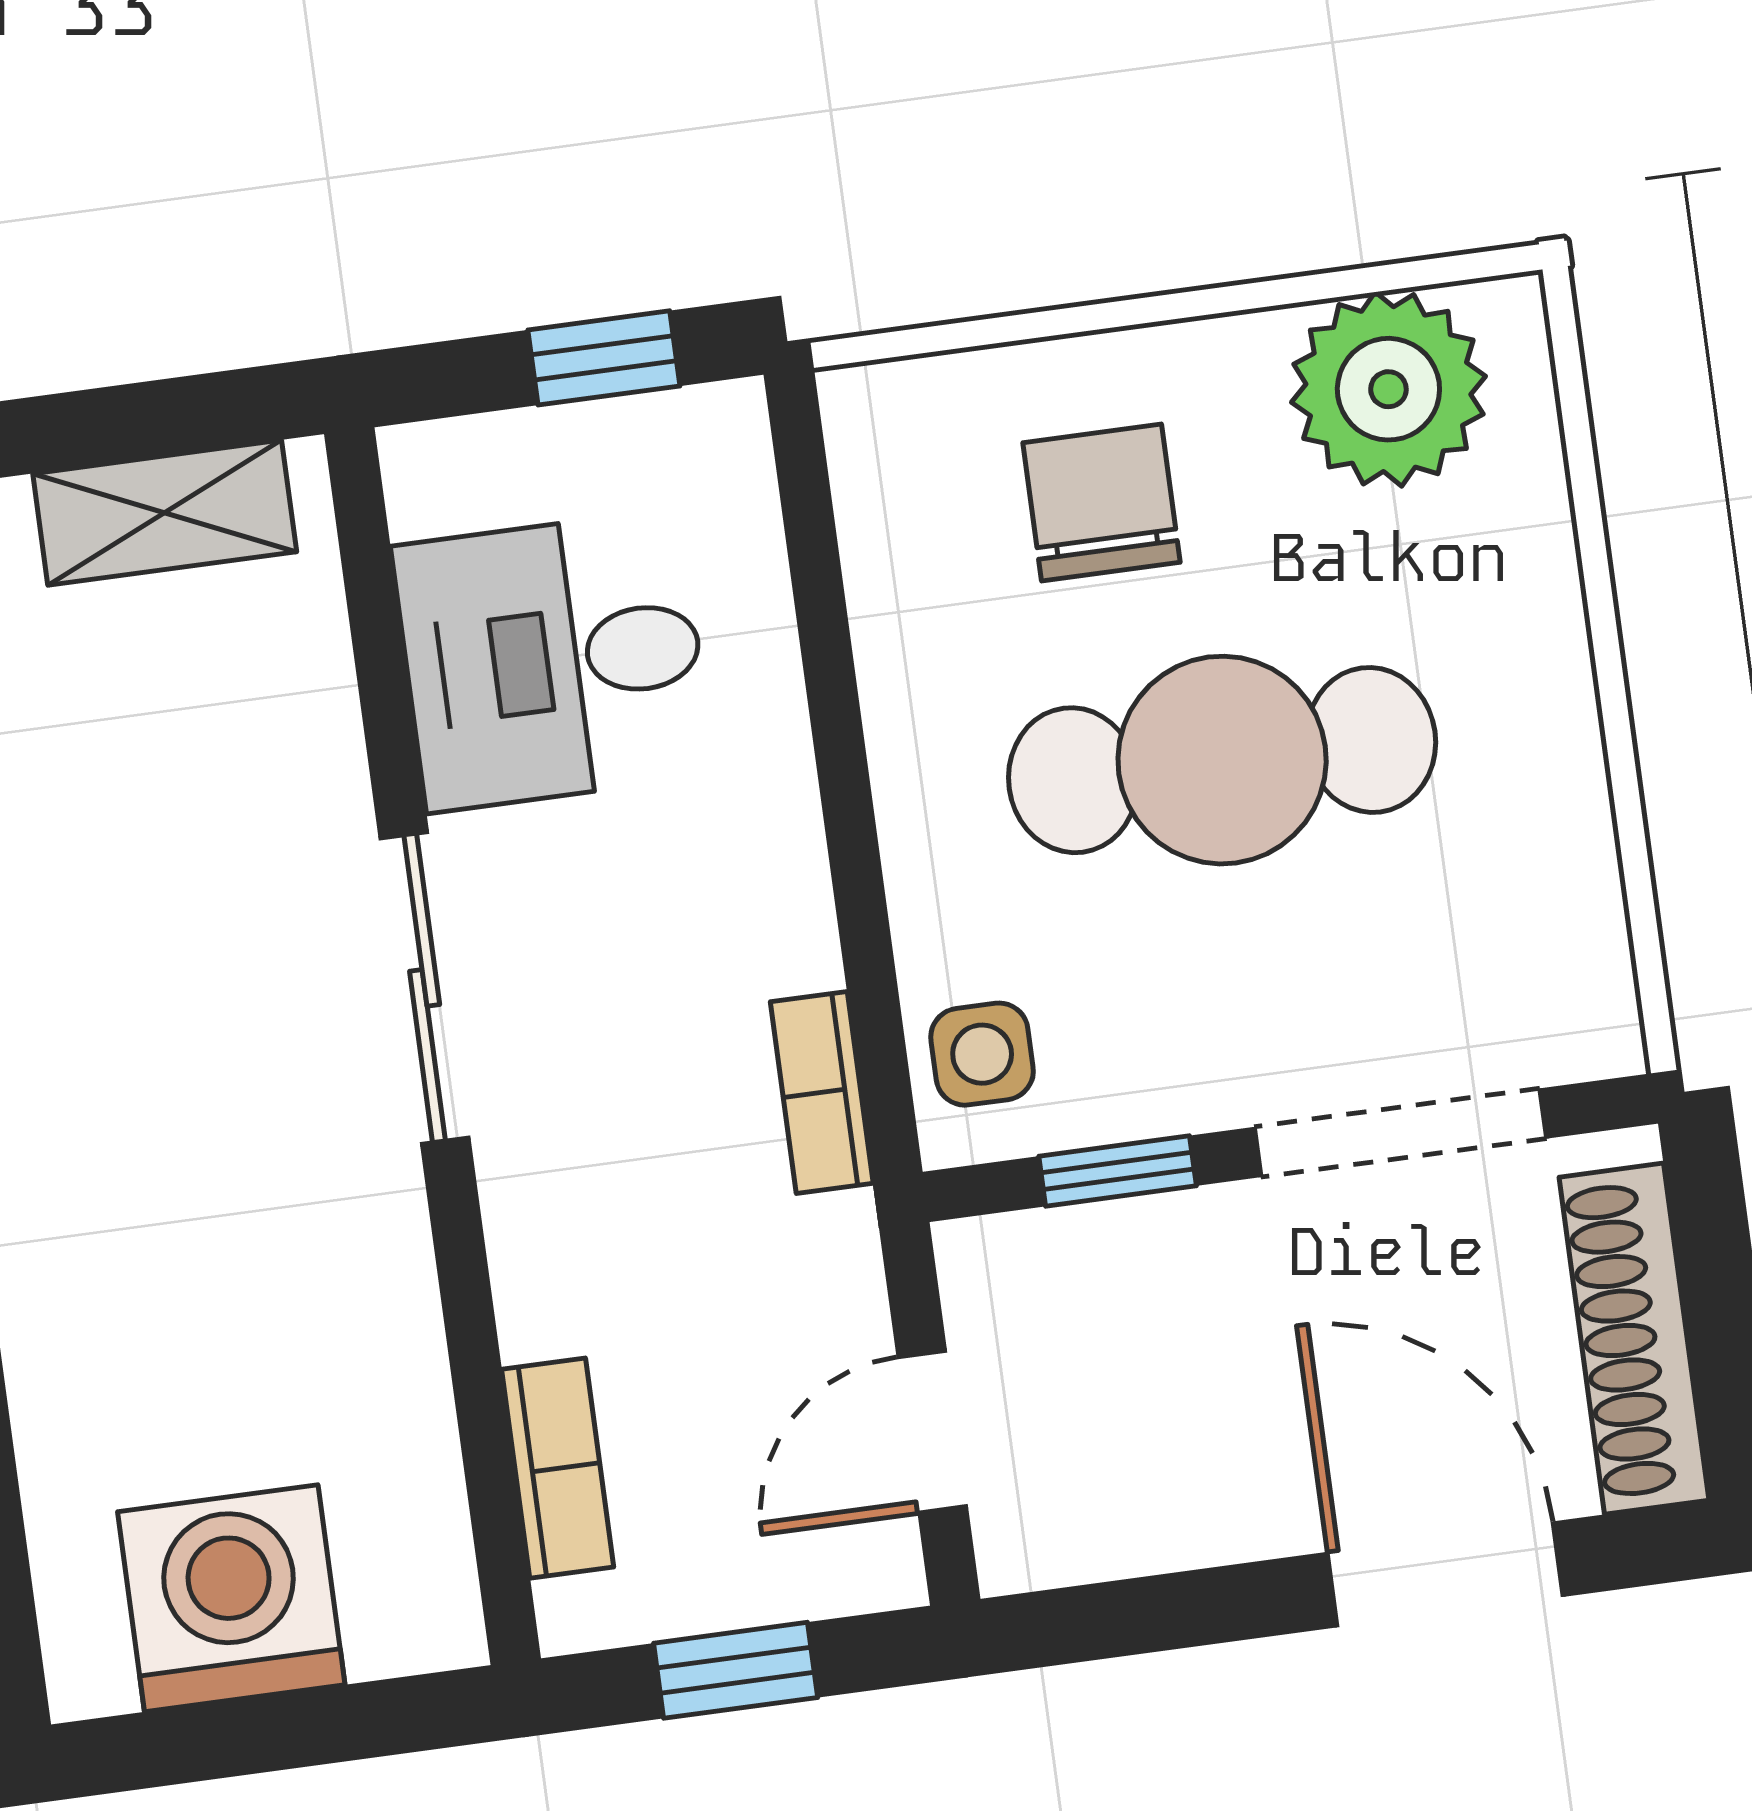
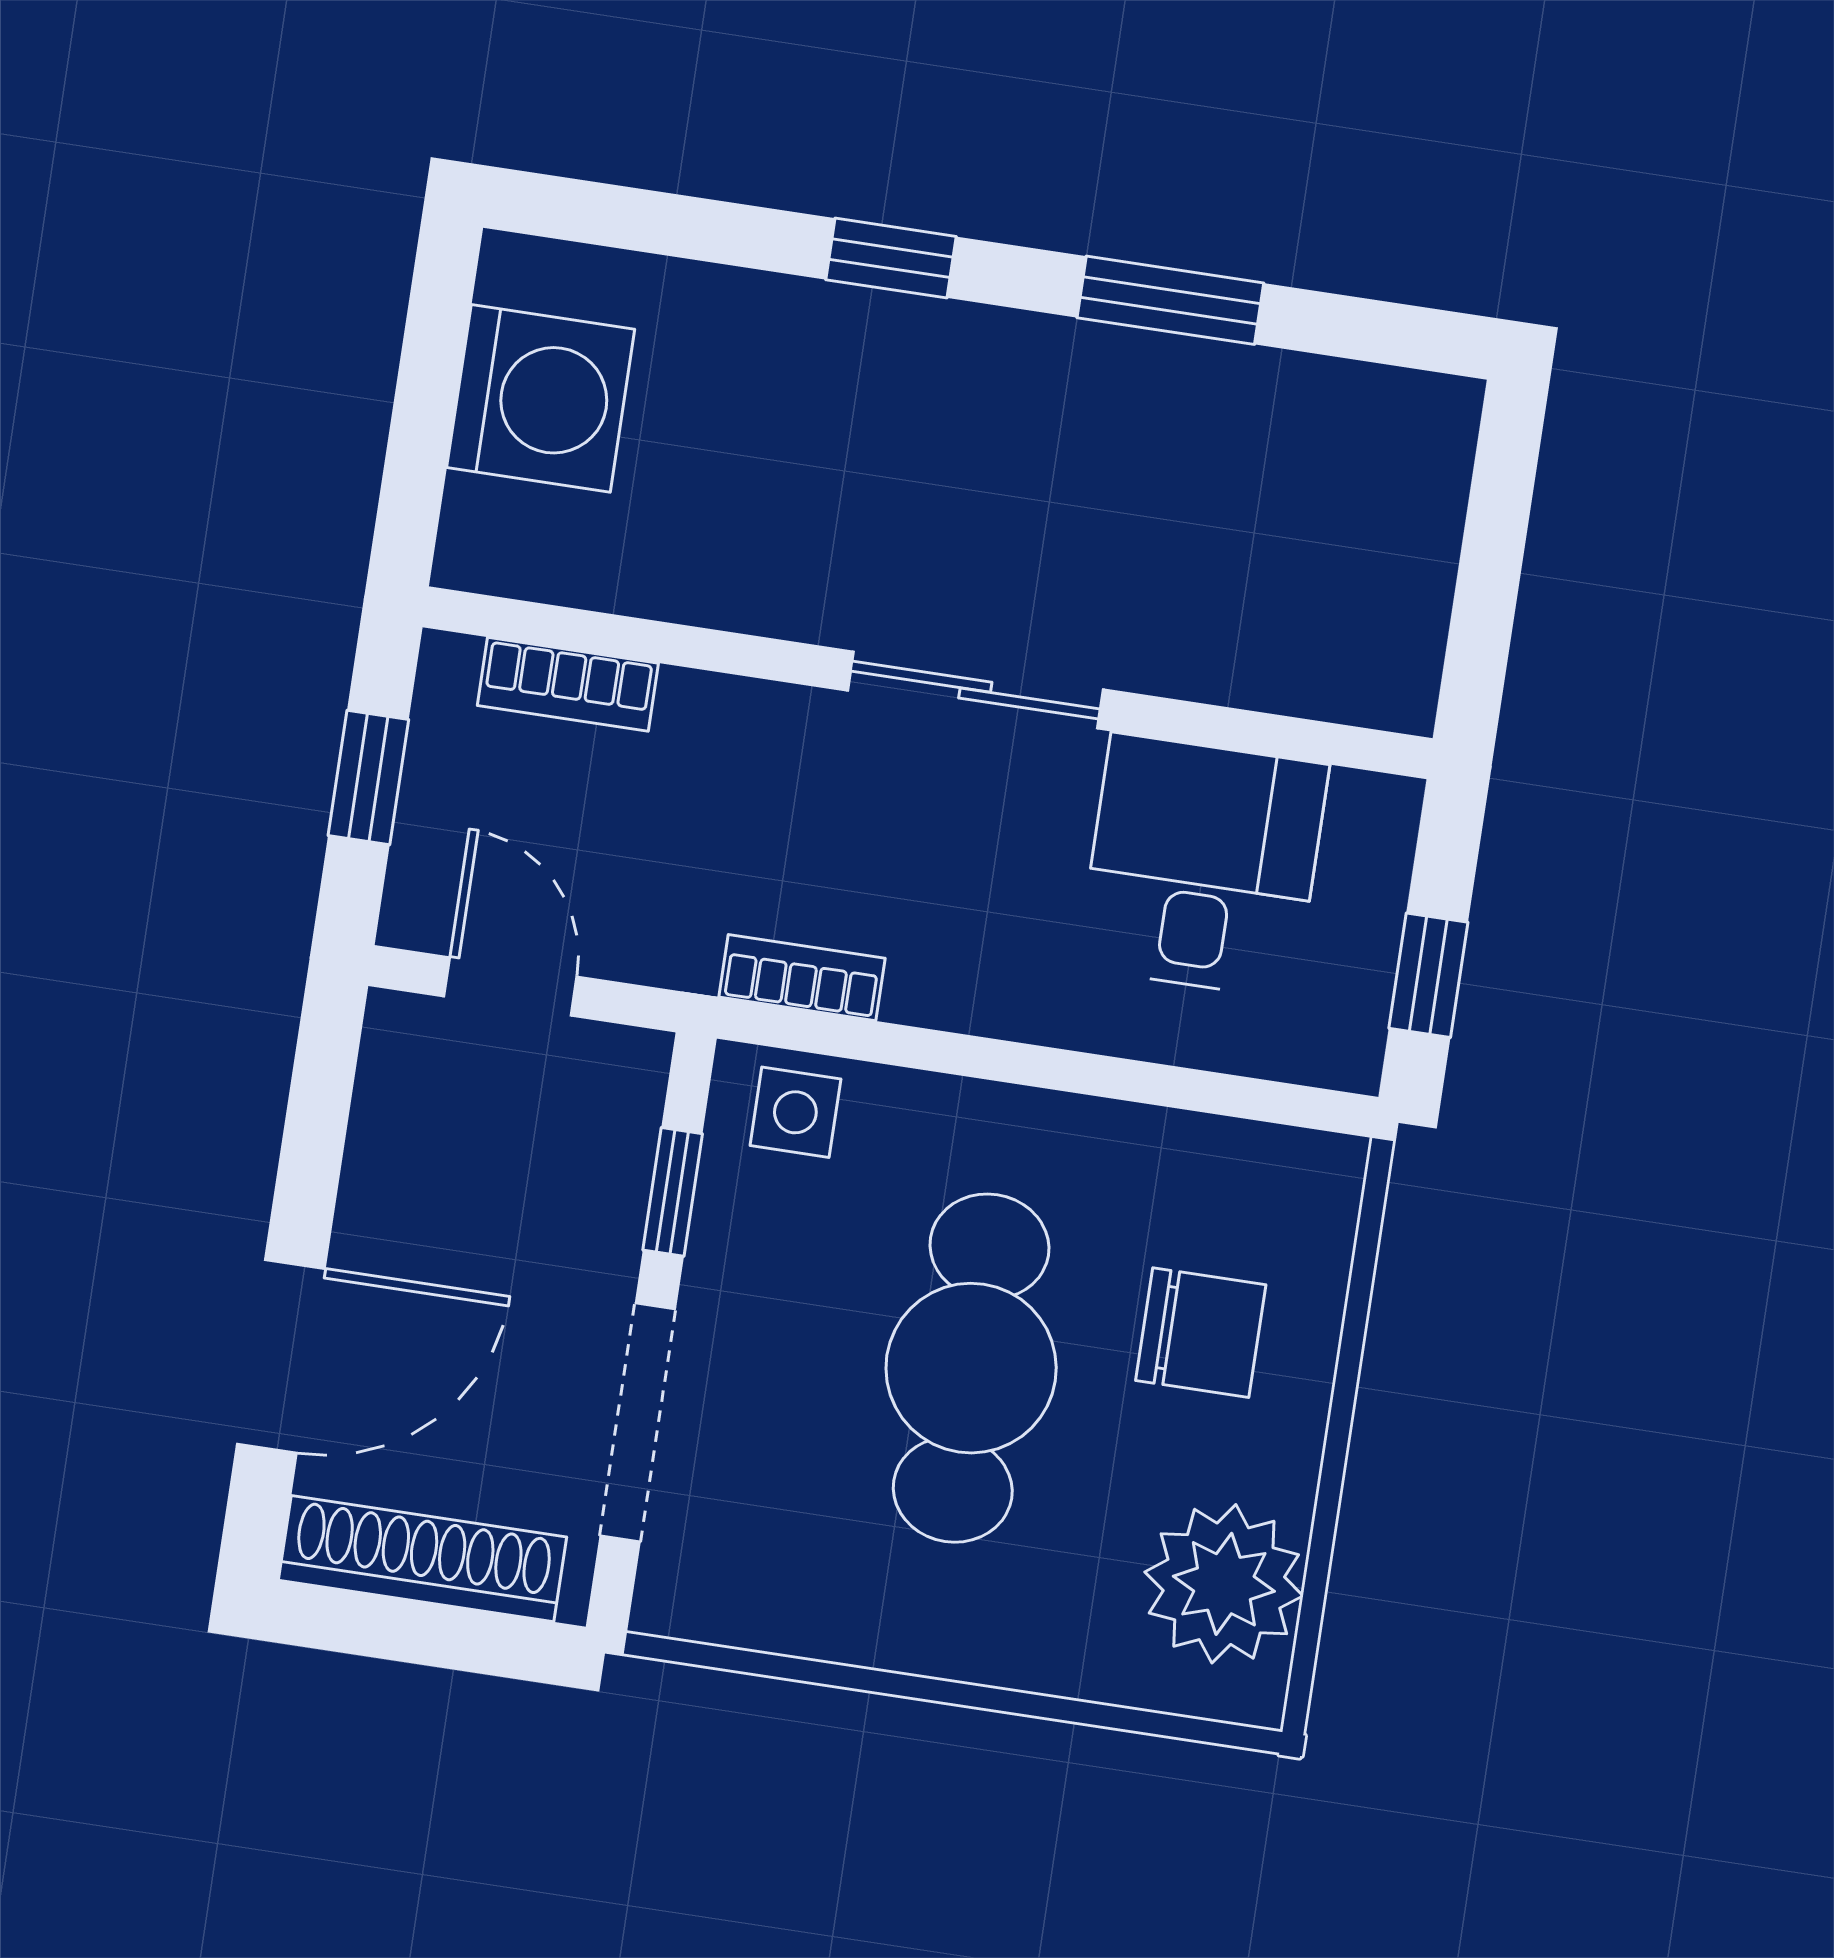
shelving: (165, 513) -> (1408, 595), removed

